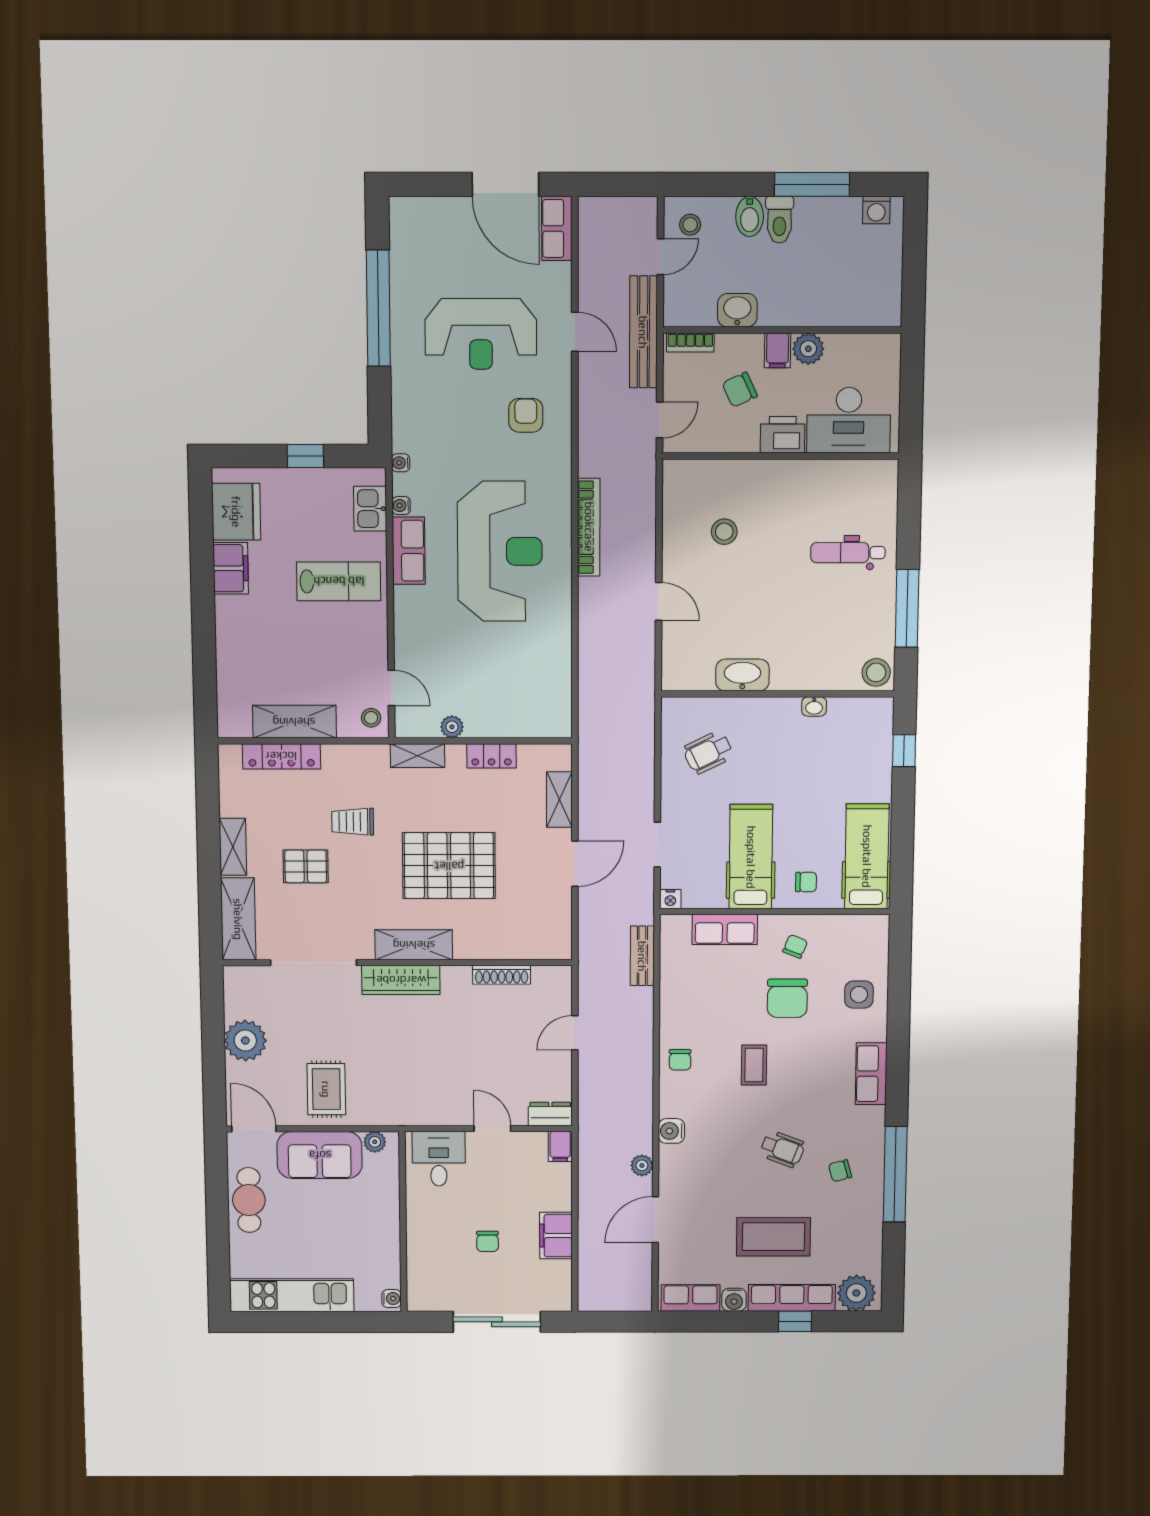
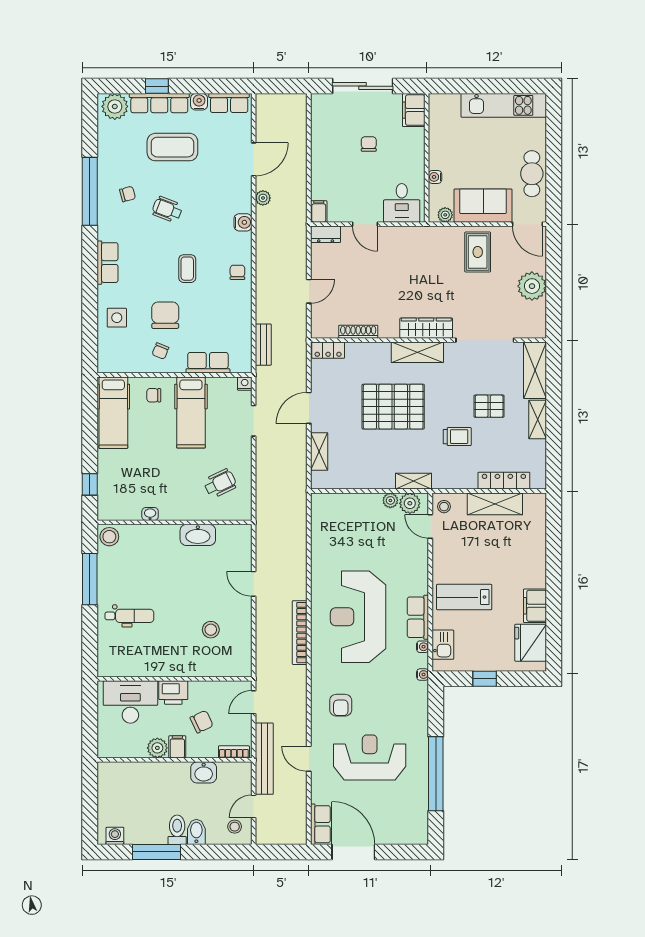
plant: (423, 723) -> (410, 503), added
locker: (491, 756) -> (328, 350), moved, turned 180
filing cabinet: (556, 1236) -> (414, 110), moved, turned 180
water cooler: (392, 1299) -> (435, 177), moved

